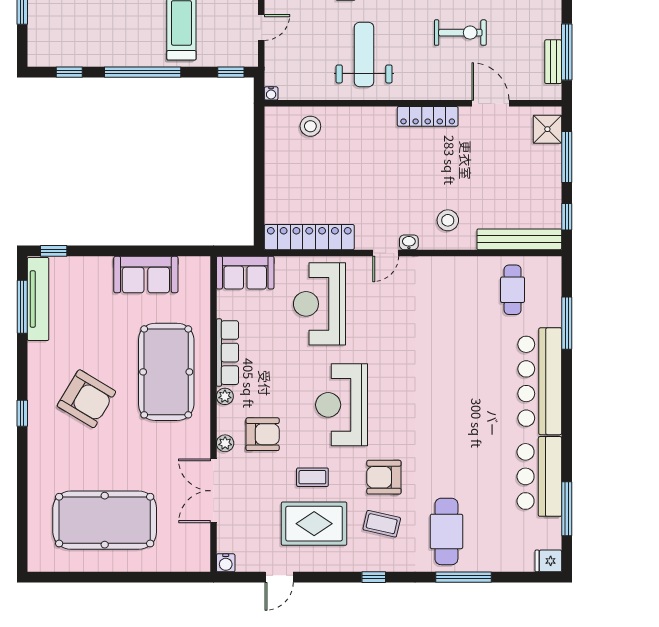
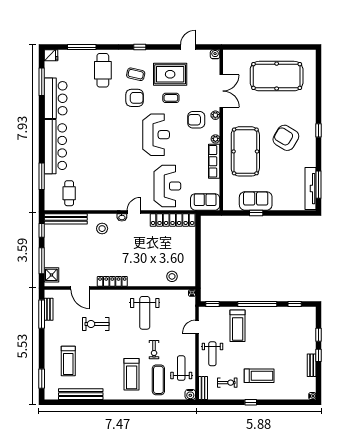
window: (54, 251) -> (256, 213), moved
window: (464, 577) -> (82, 47), moved

